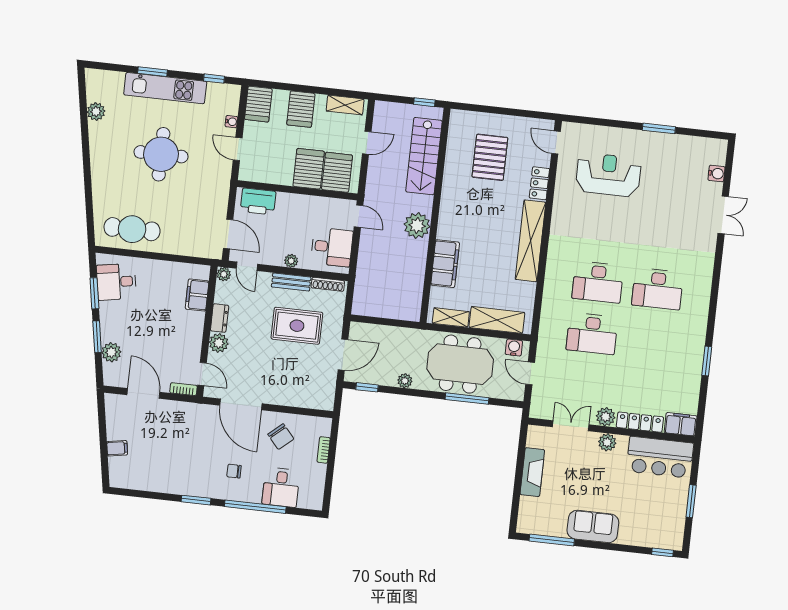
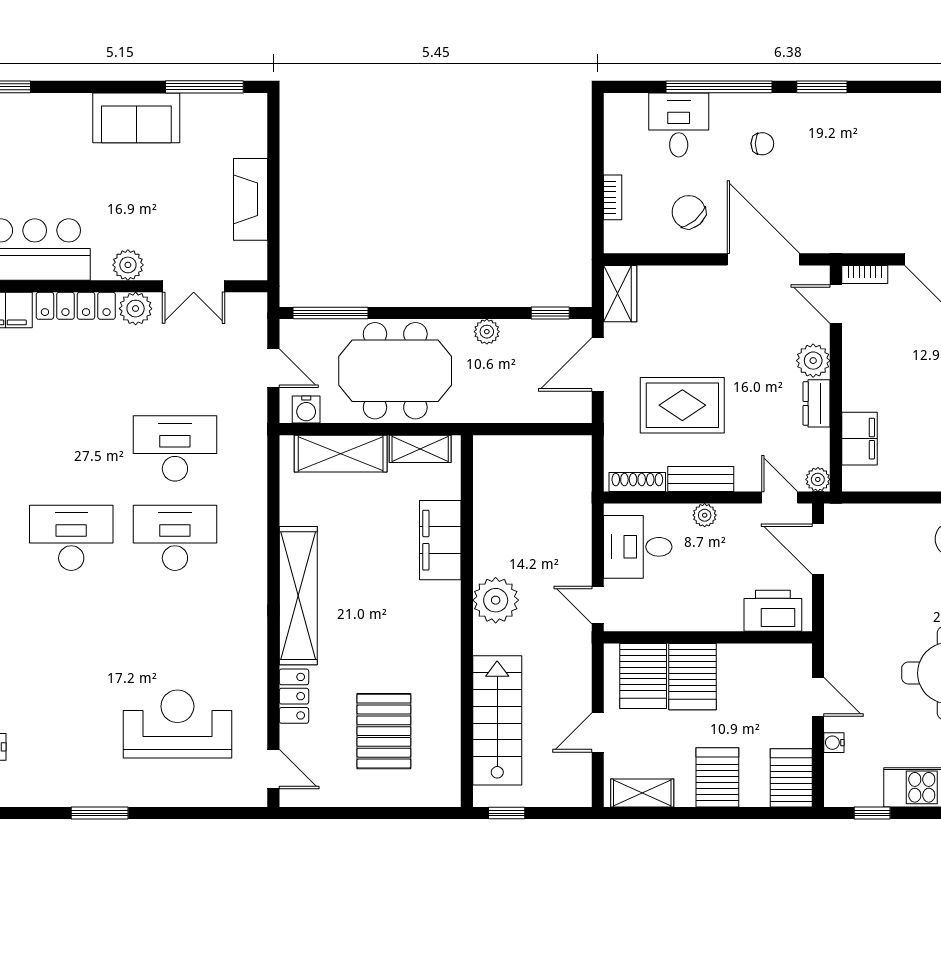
reception desk: (608, 175) -> (177, 724), turned 180
wardrobe: (326, 394) -> (620, 294), added
window: (467, 399) -> (330, 313), moved

